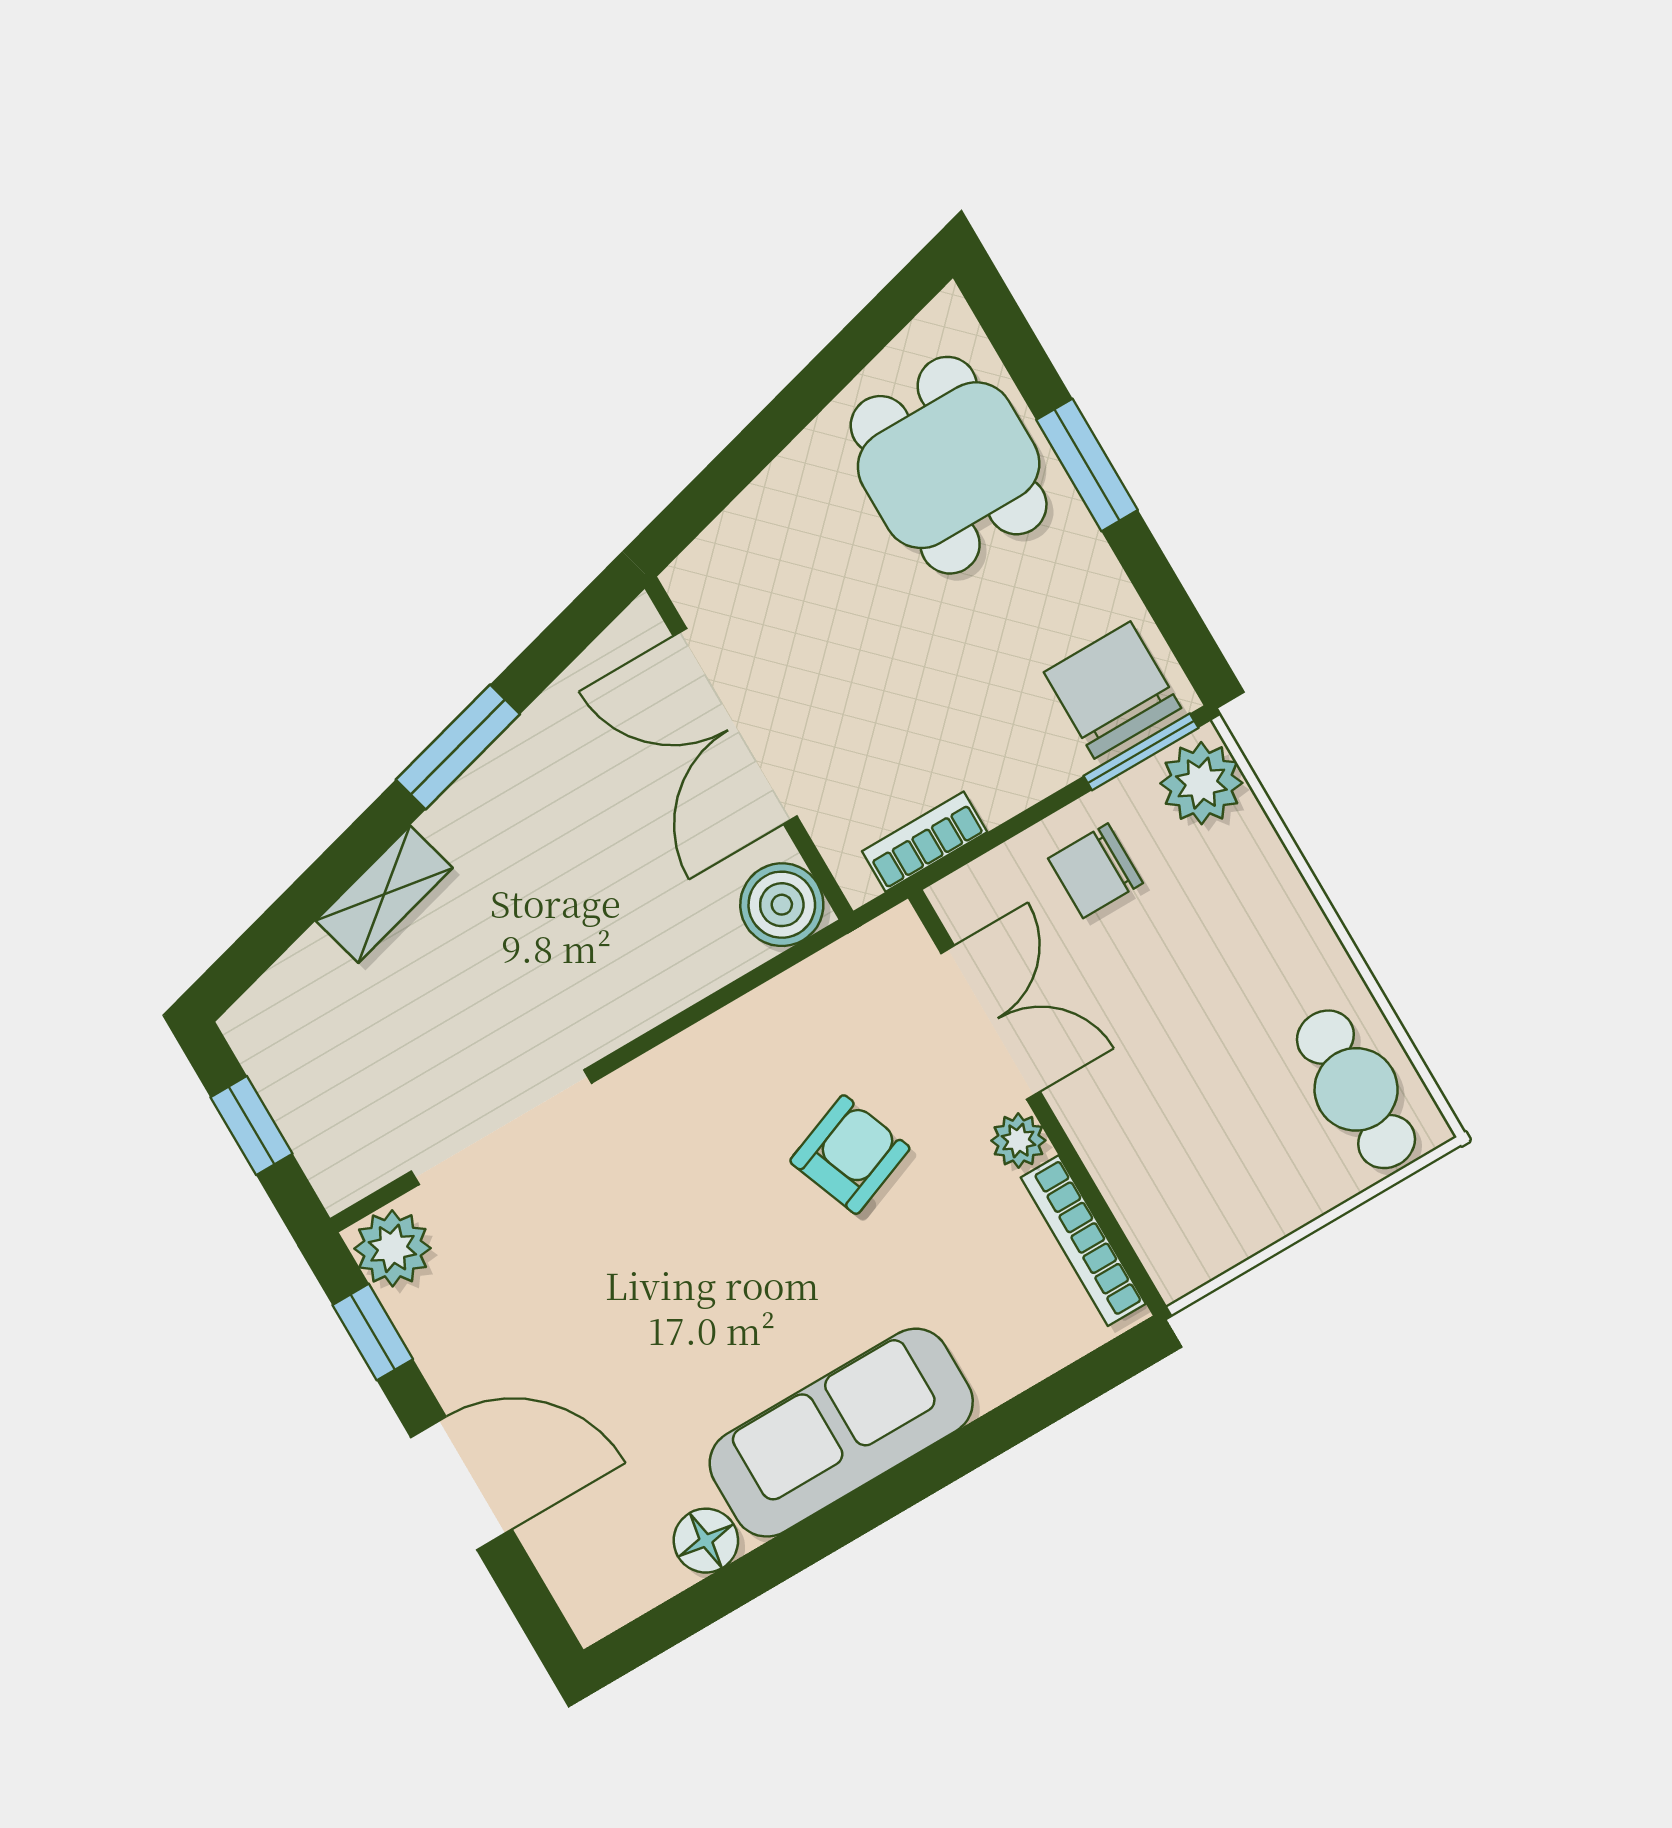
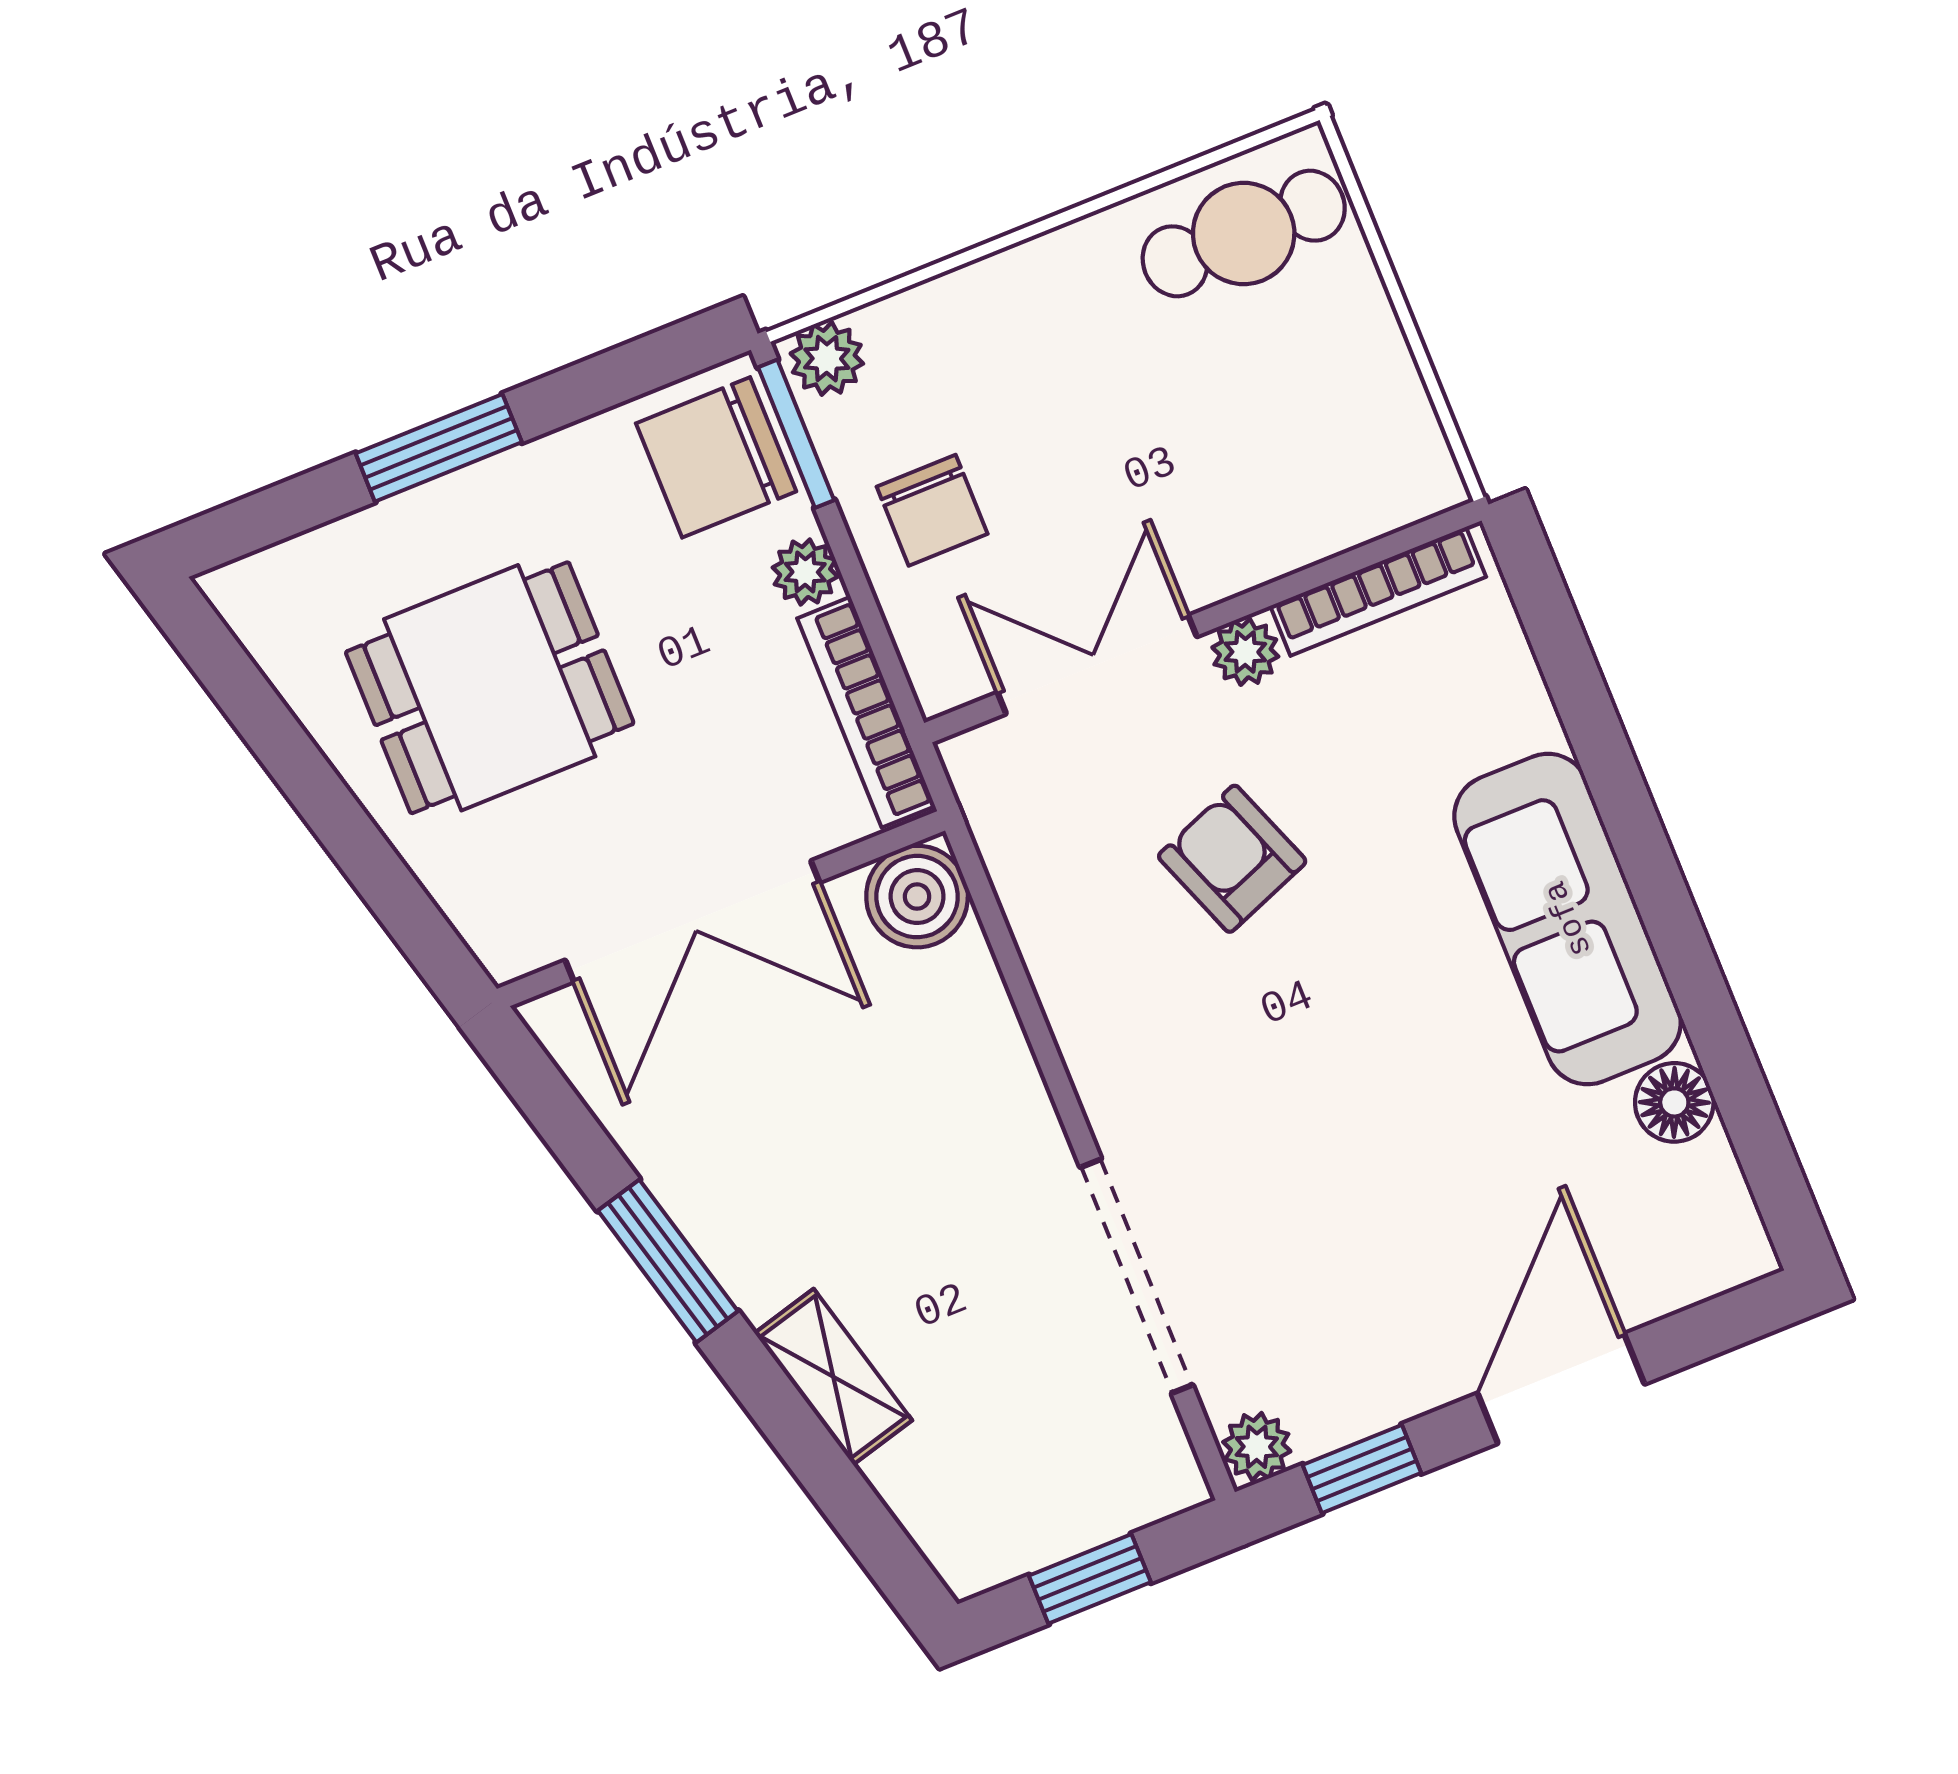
dining table: (949, 465) -> (490, 688), moved
plant: (1030, 776) -> (805, 572), added
plant: (1201, 783) -> (827, 359), width x0.73, depth x0.73
bookcase: (925, 842) -> (866, 712), width x1.56
plant: (392, 1248) -> (1257, 1447), width x0.73, depth x0.73

